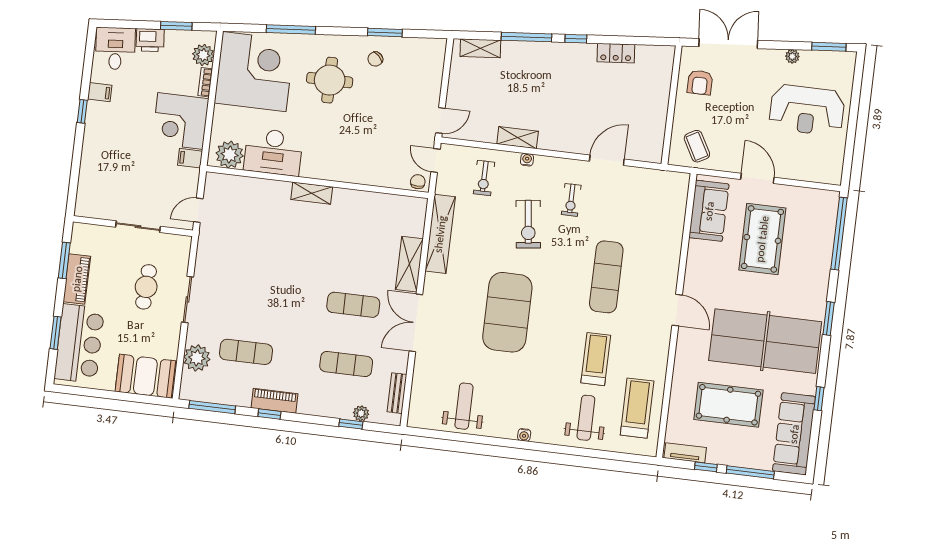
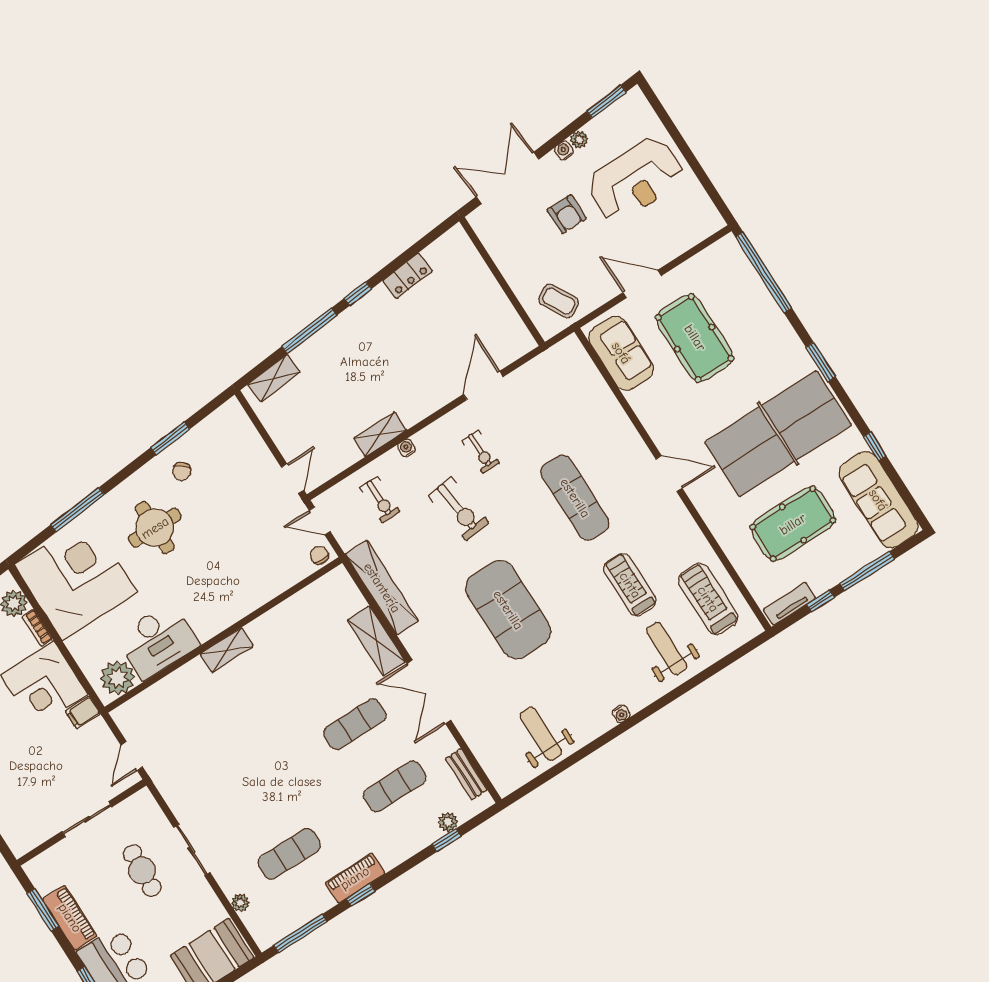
water cooler: (777, 55) -> (564, 150), added
armchair: (700, 83) -> (567, 214), moved
plant: (197, 358) -> (240, 903), width x0.53, depth x0.53

